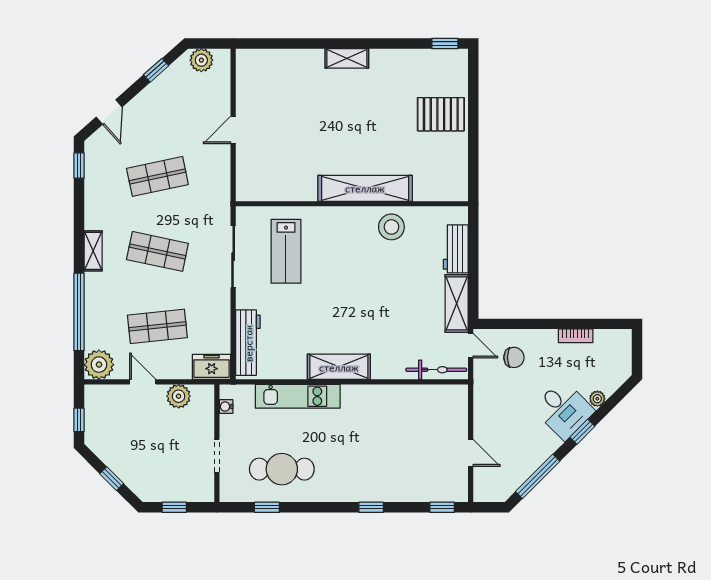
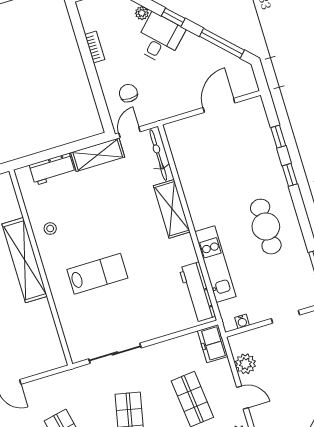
stool: (391, 227) -> (50, 229), width x0.53, depth x0.53
lab bench: (286, 251) -> (97, 274), moved
workbench: (248, 343) -> (197, 292), moved, turned -90
shelving: (339, 367) -> (172, 209), moved
door: (143, 382) -> (242, 397), swing flipped
door: (471, 453) -> (219, 105), width x1.38
cafe table: (282, 469) -> (266, 227), moved
window: (442, 507) -> (278, 137), moved

